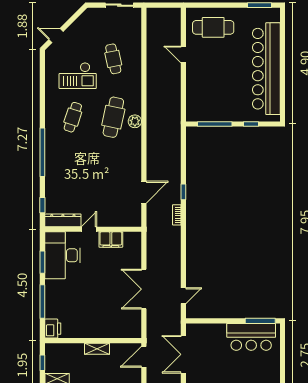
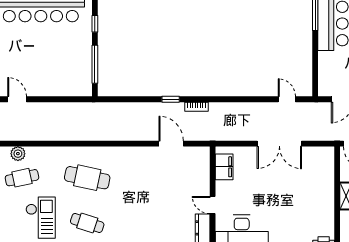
door: (183, 55) -> (17, 99), swing flipped
plant: (135, 121) -> (18, 154), moved
filing cabinet: (111, 240) -> (224, 167), moved

